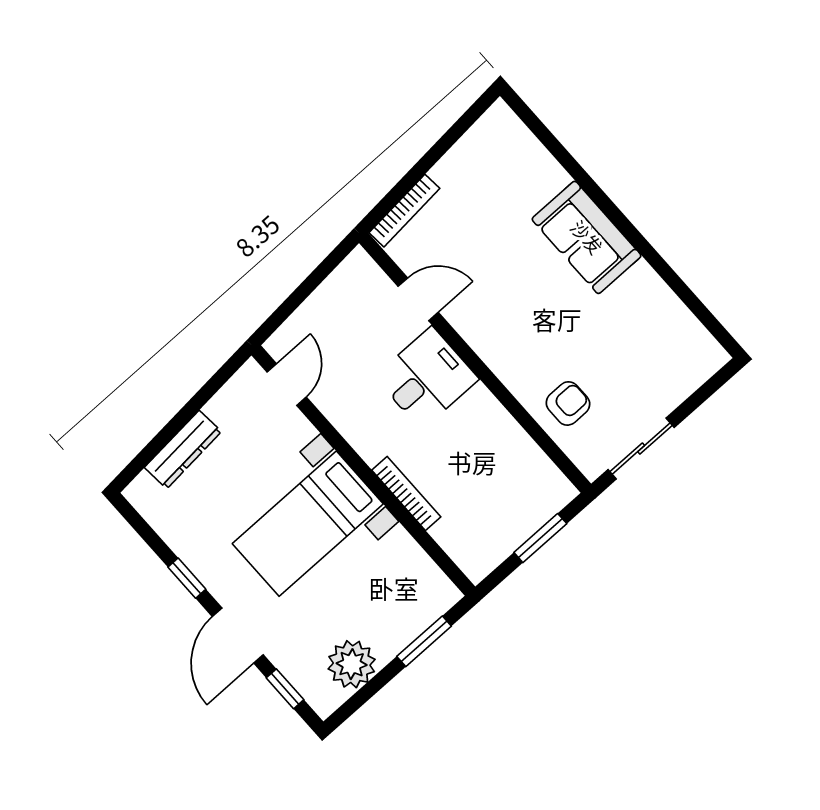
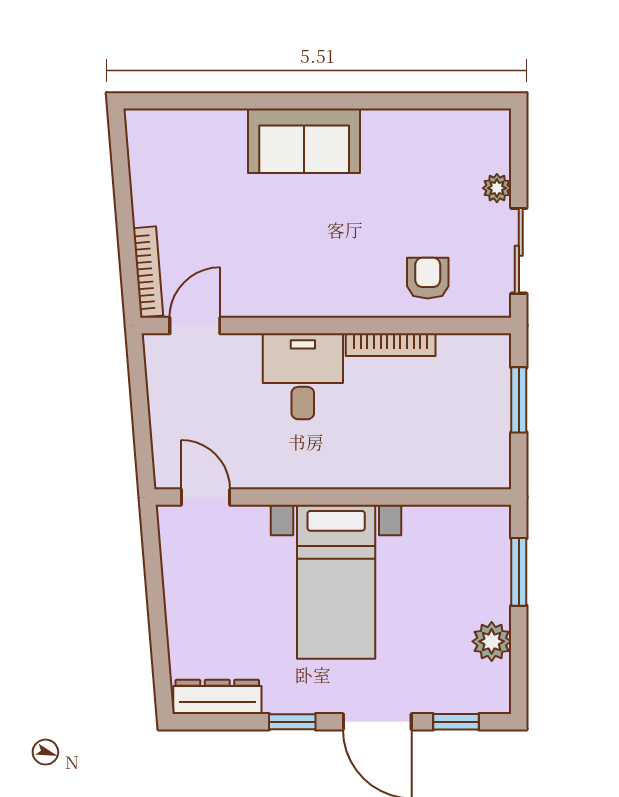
door: (418, 299) -> (195, 326), moved
plant: (670, 396) -> (497, 188), added
dresser: (183, 450) -> (217, 697), moved, turned -85
bookcase: (406, 493) -> (391, 345), moved, turned 180
plant: (352, 664) -> (492, 641), width x0.73, depth x0.73

